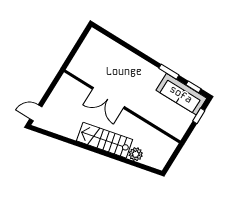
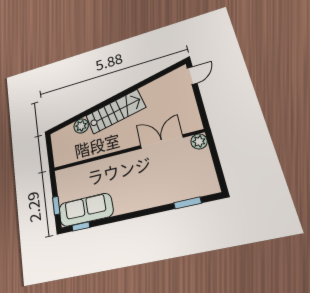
plant: (74, 67) -> (199, 141), added
window: (169, 72) -> (187, 203), moved
double door: (108, 98) -> (162, 142), moved

